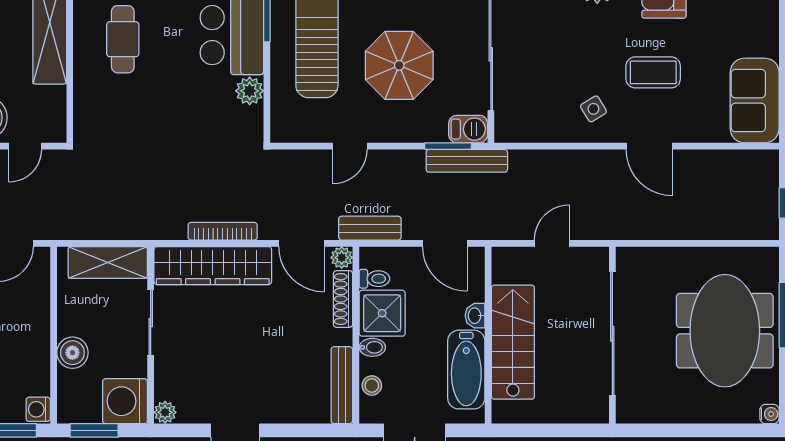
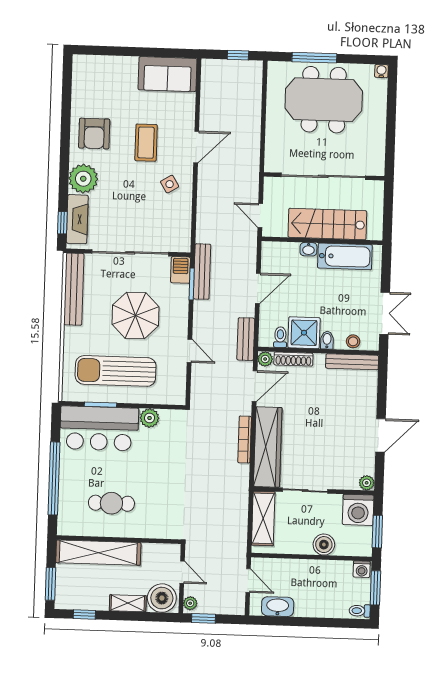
washbasin: (475, 316) -> (308, 249), moved
wall: (488, 335) -> (322, 241), moved
stairs: (513, 342) -> (327, 224), moved
bathtub: (466, 370) -> (345, 256), moved

